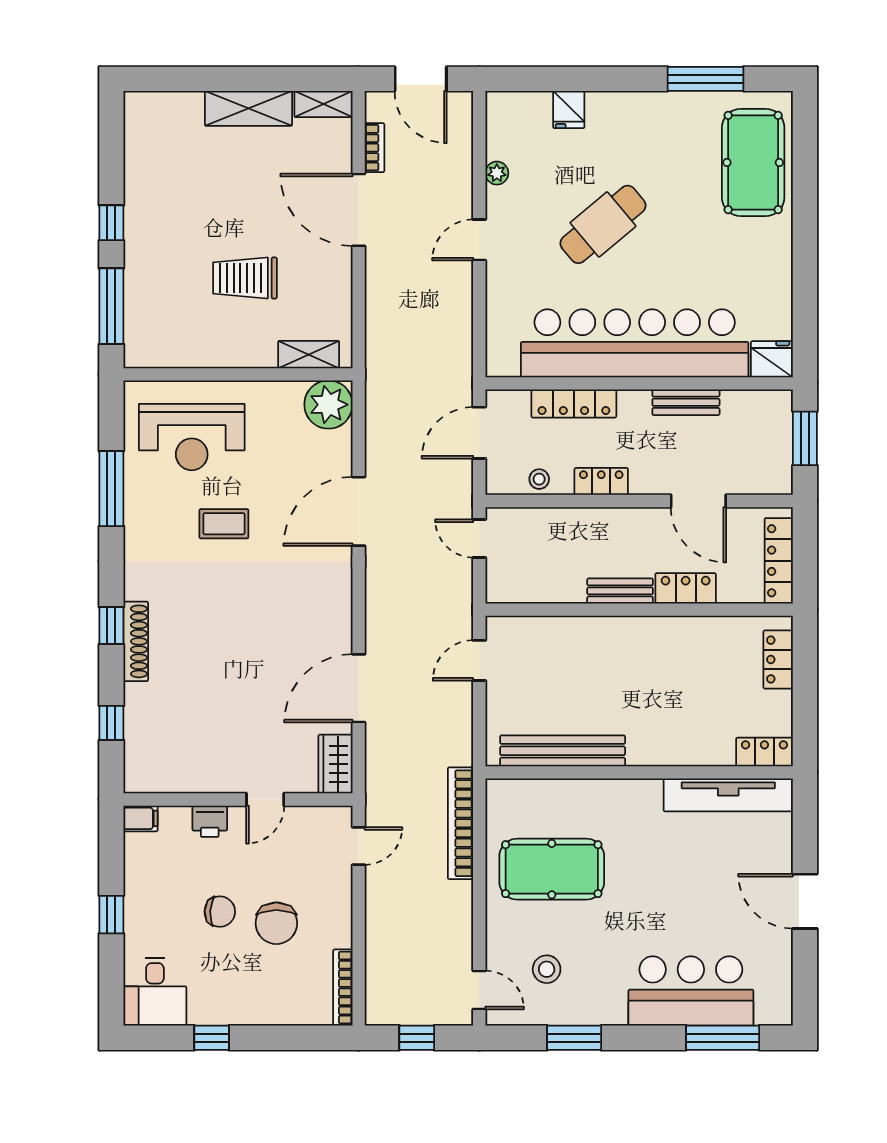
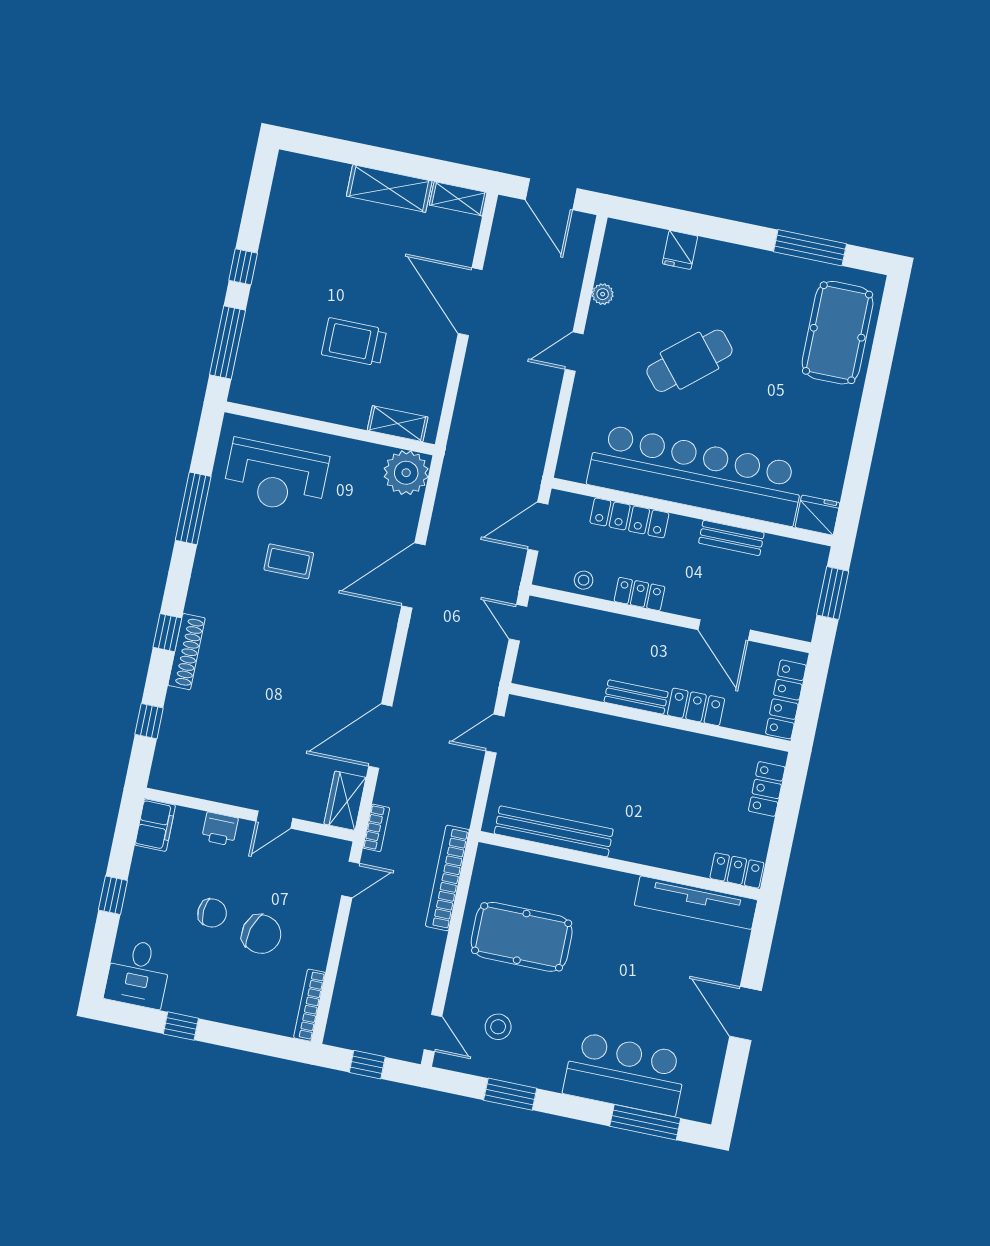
bookcase: (374, 148) -> (376, 828), moved
filing cabinet: (141, 818) -> (155, 825), width x2.00
chair: (276, 923) -> (261, 934), turned -74

